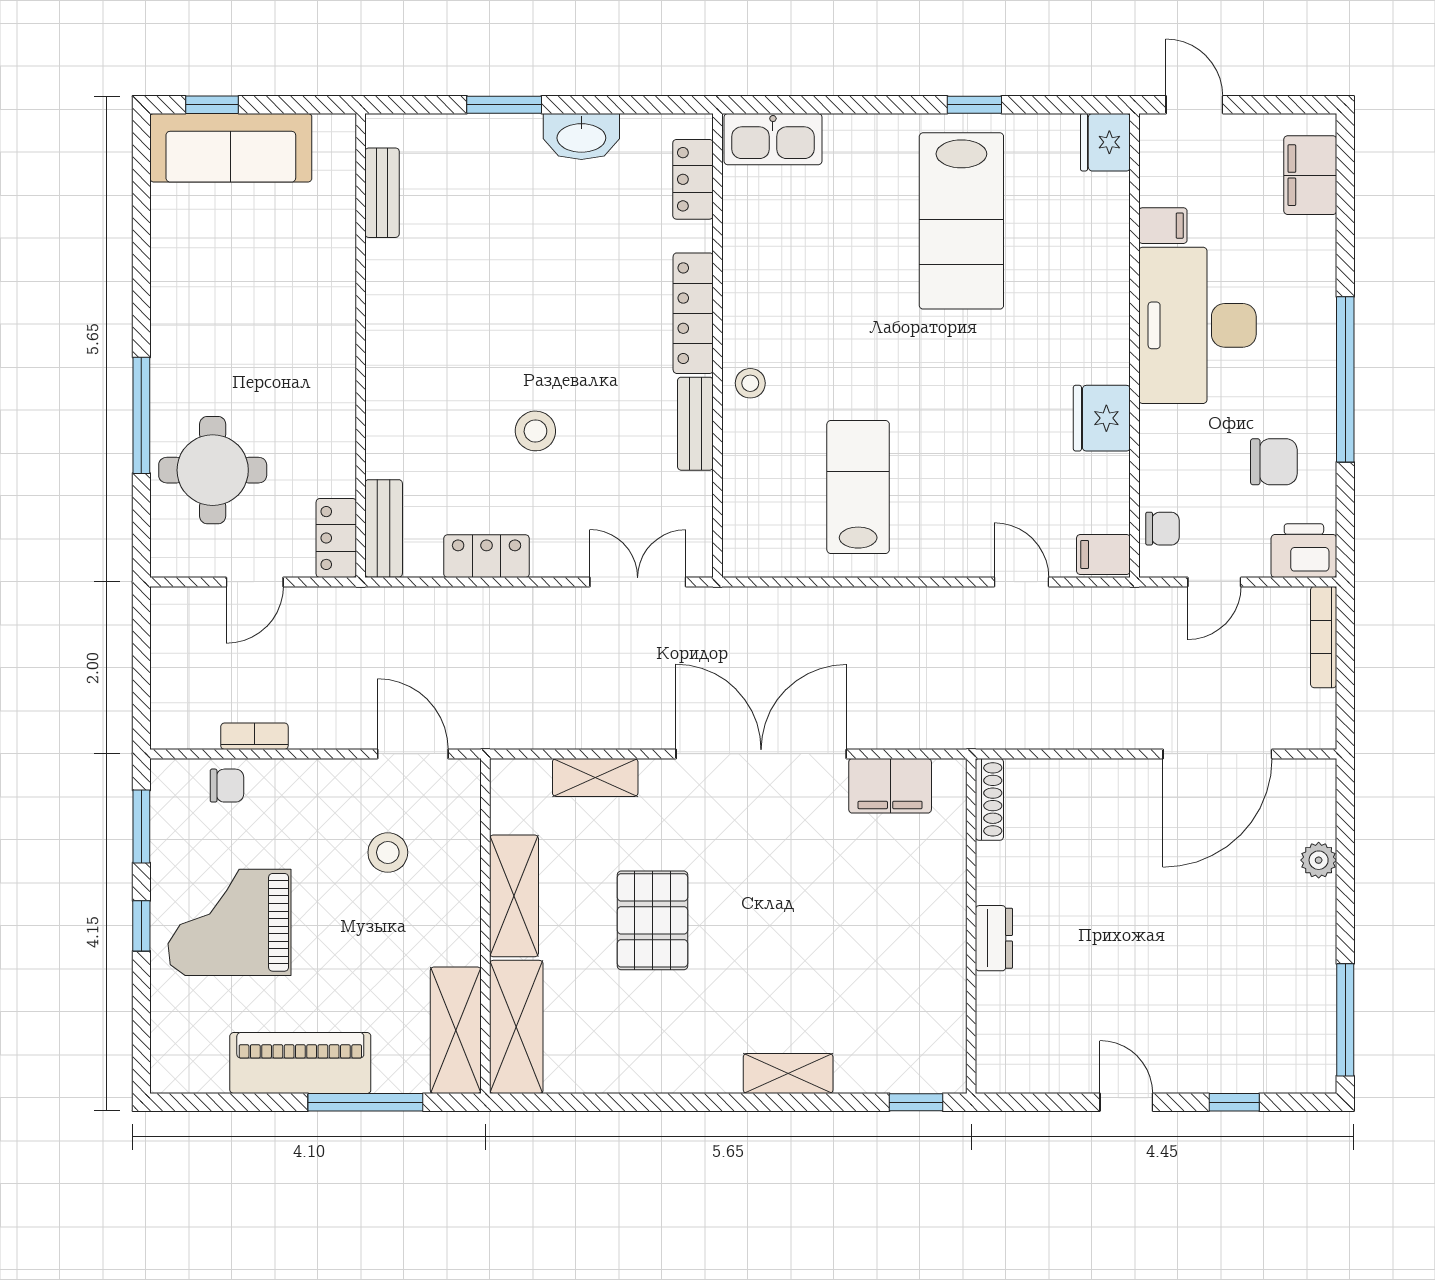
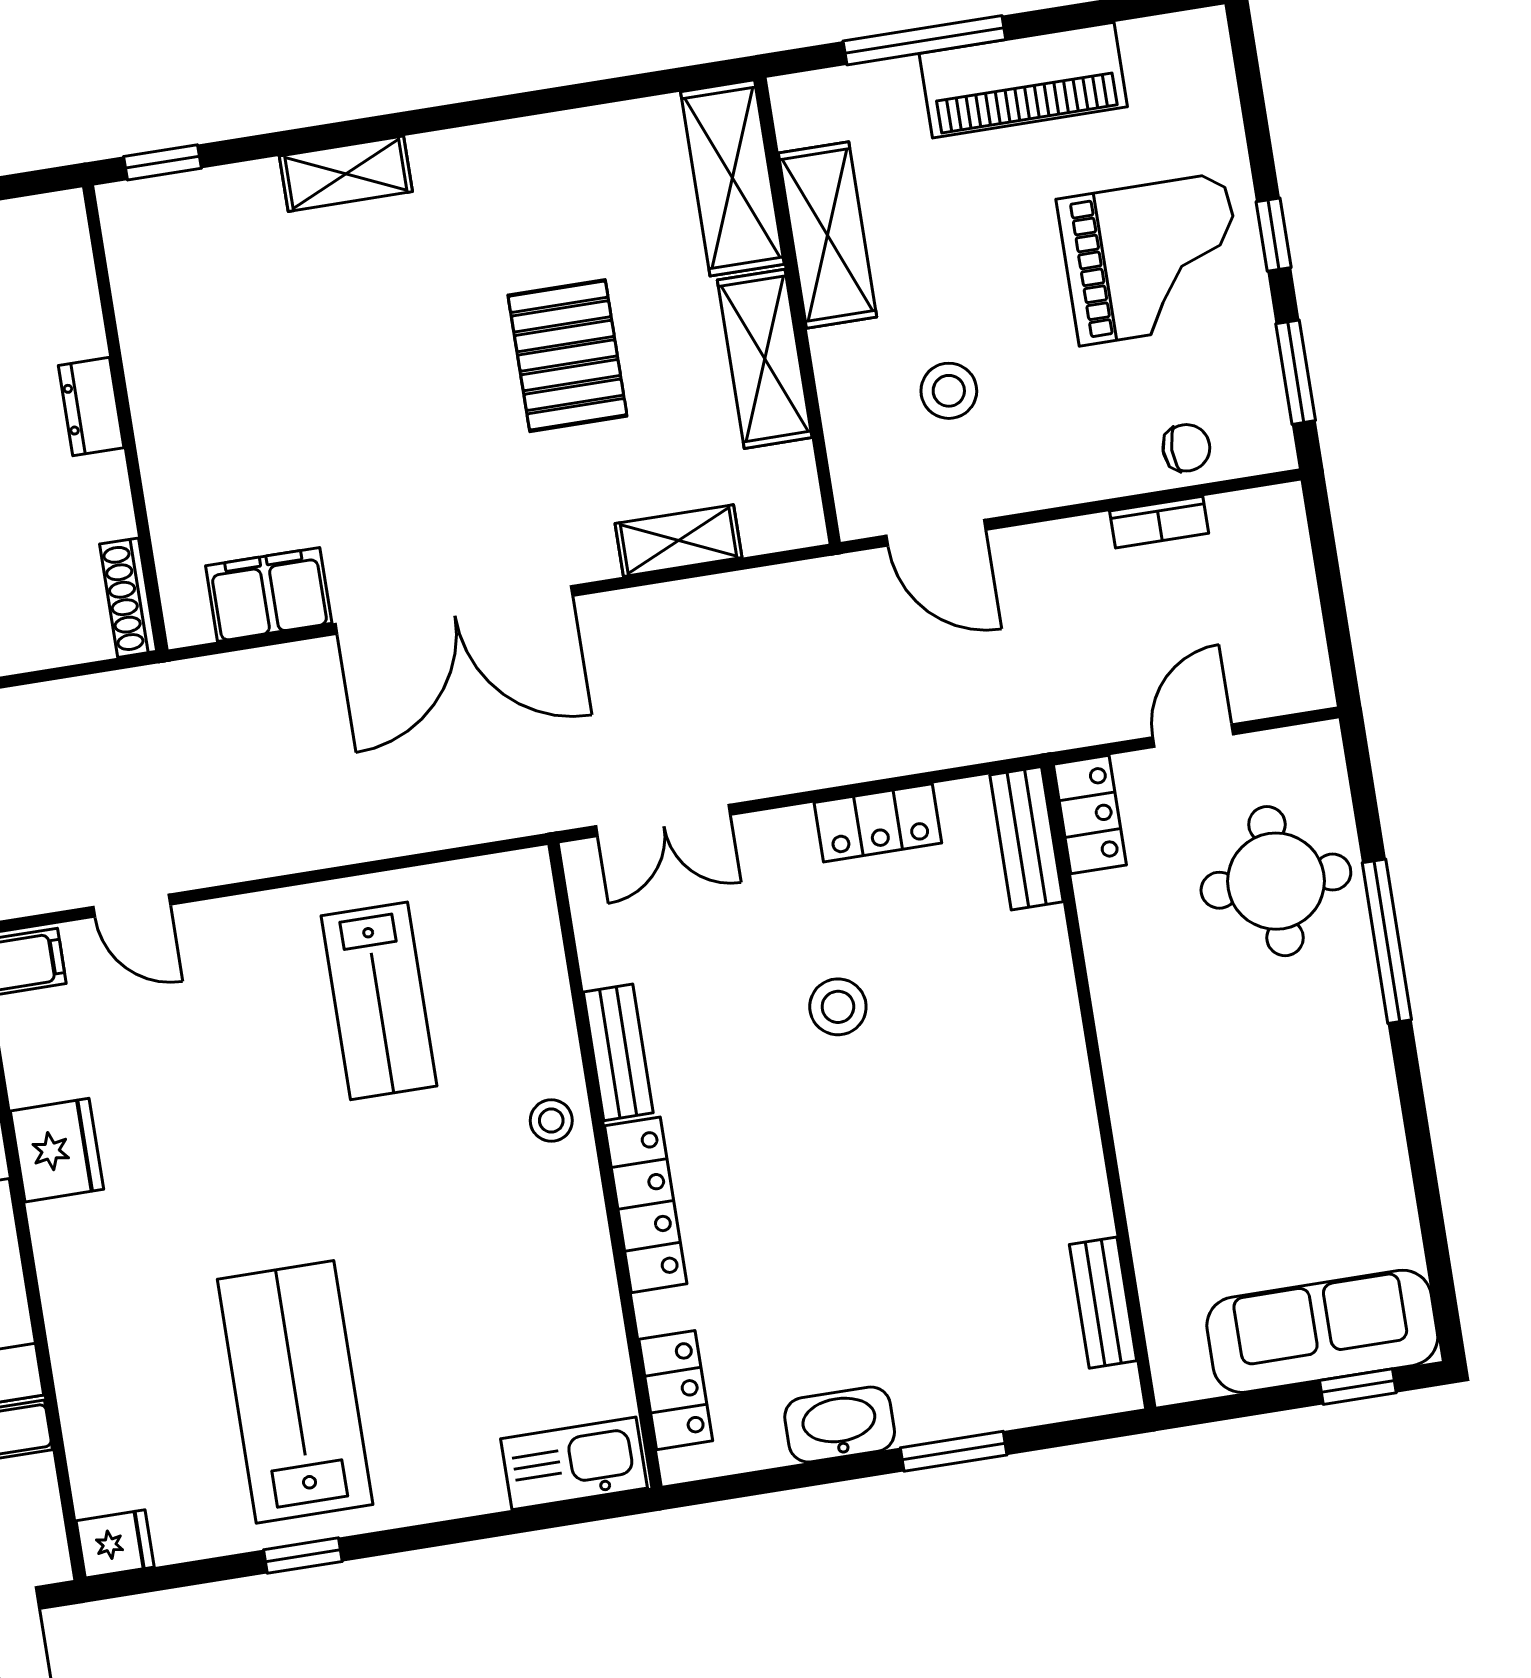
fridge: (1105, 142) -> (115, 1544), width x0.72
chair: (227, 786) -> (1186, 448), turned 180
shelving: (456, 1030) -> (828, 235), moved

